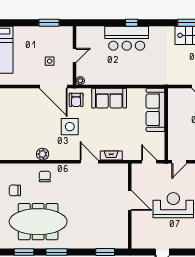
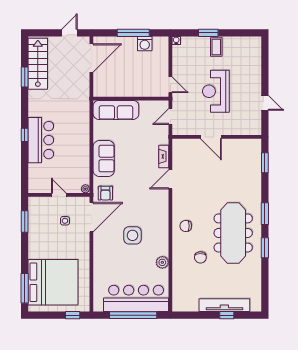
armchair: (76, 100) -> (105, 193), turned 90
side table: (70, 127) -> (132, 235), moved
plant: (43, 154) -> (162, 262), moved
door: (130, 200) -> (211, 137), swing flipped

